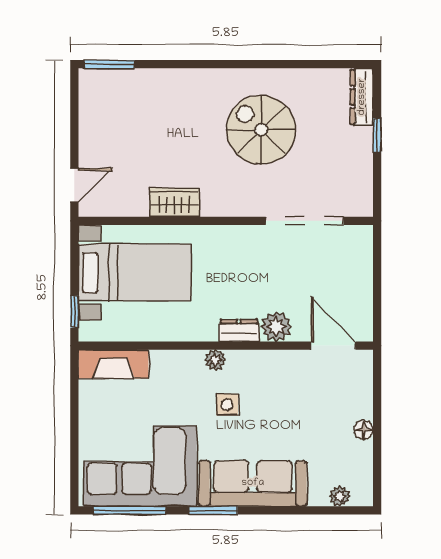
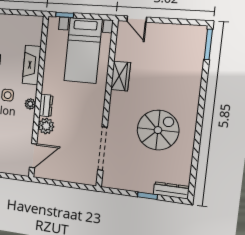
plant: (215, 360) -> (30, 104), moved
fireplace: (113, 364) -> (32, 65), moved

